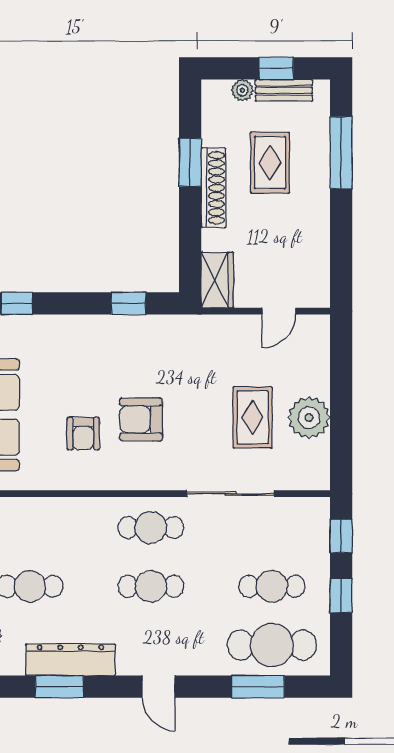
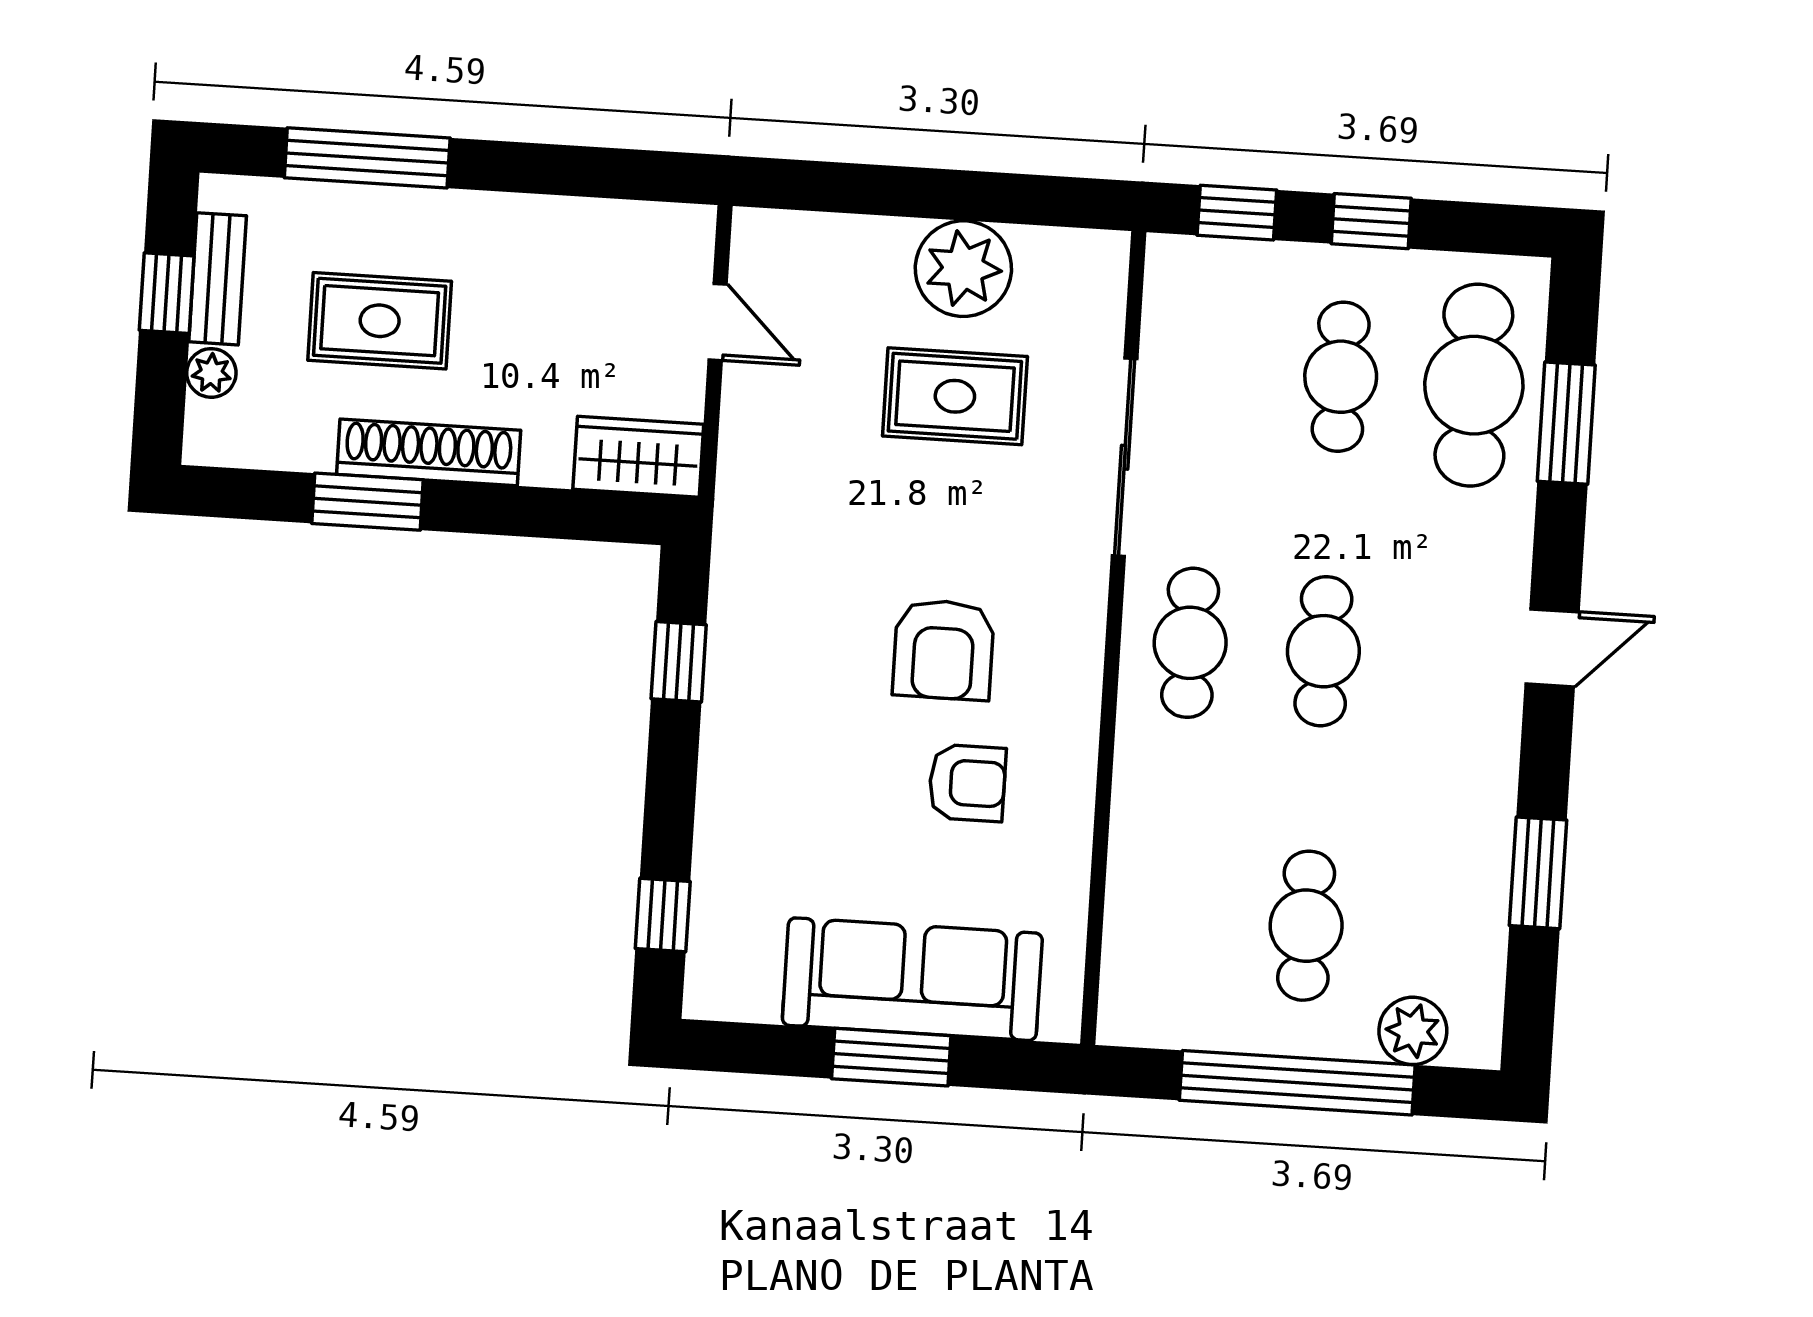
dresser: (71, 660) -> (1478, 844), removed

